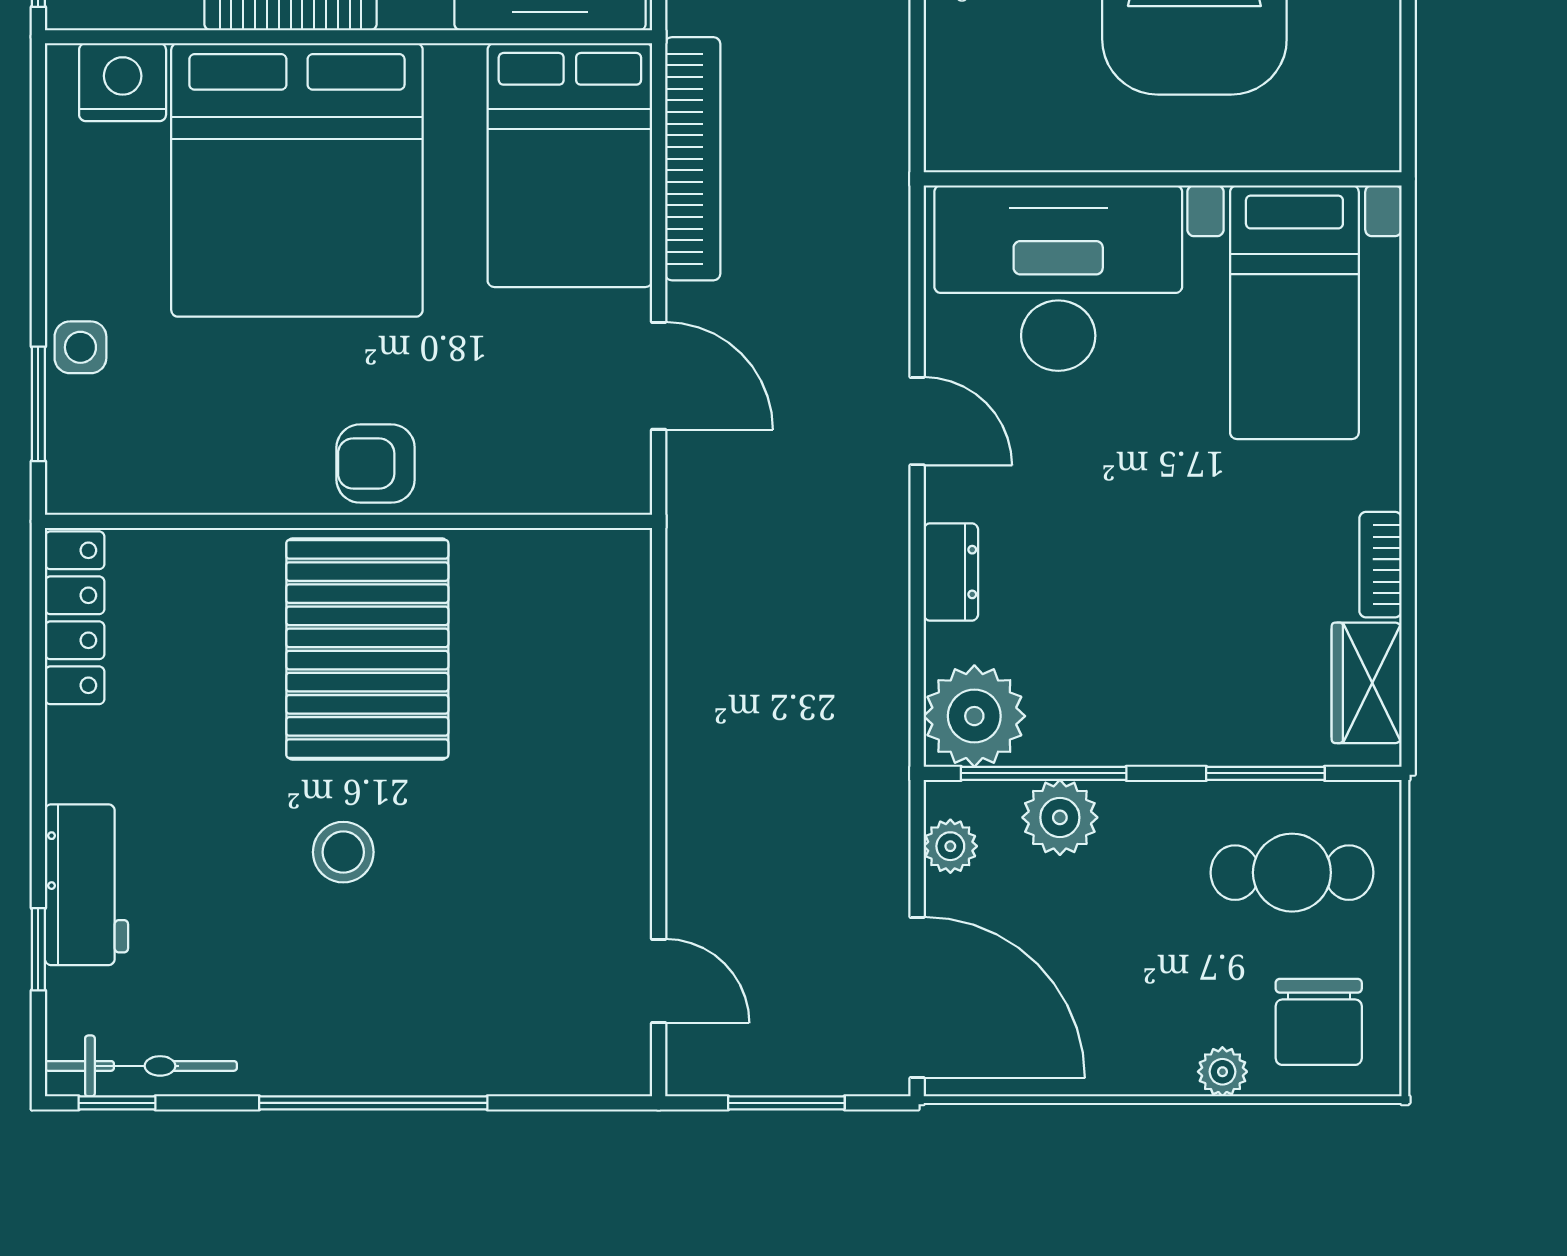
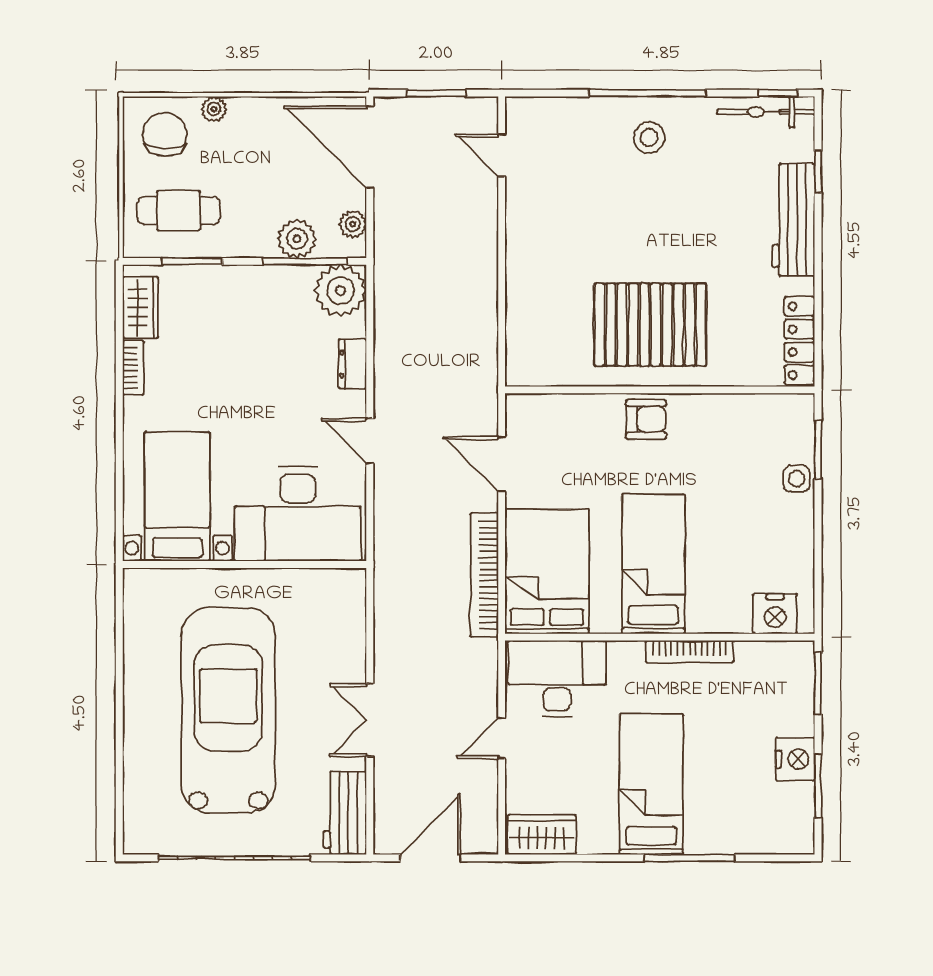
bed: (297, 180) -> (653, 564), width x0.49
pallet: (367, 649) -> (650, 325), turned 90
stool: (343, 852) -> (649, 138), moved
workbench: (86, 885) -> (794, 220), width x1.38

